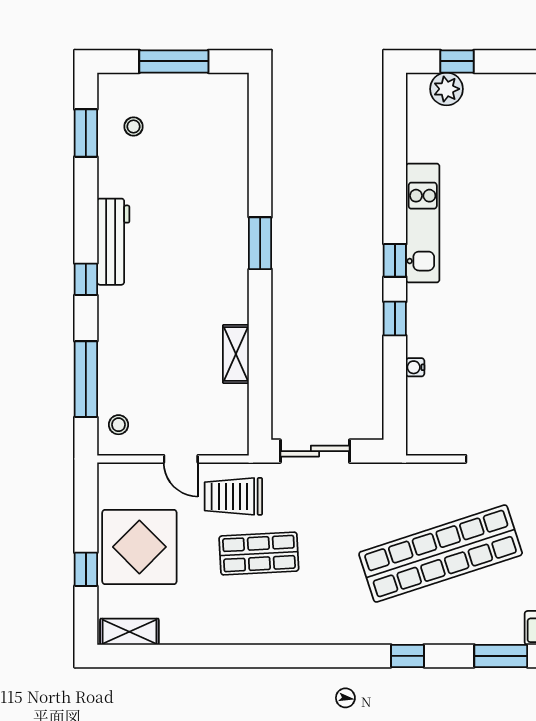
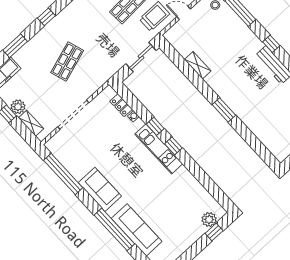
kitchen unit: (423, 223) -> (159, 149), moved
locker: (418, 403) -> (121, 105), added
shop shelf: (441, 554) -> (67, 62), width x0.50, depth x0.74

